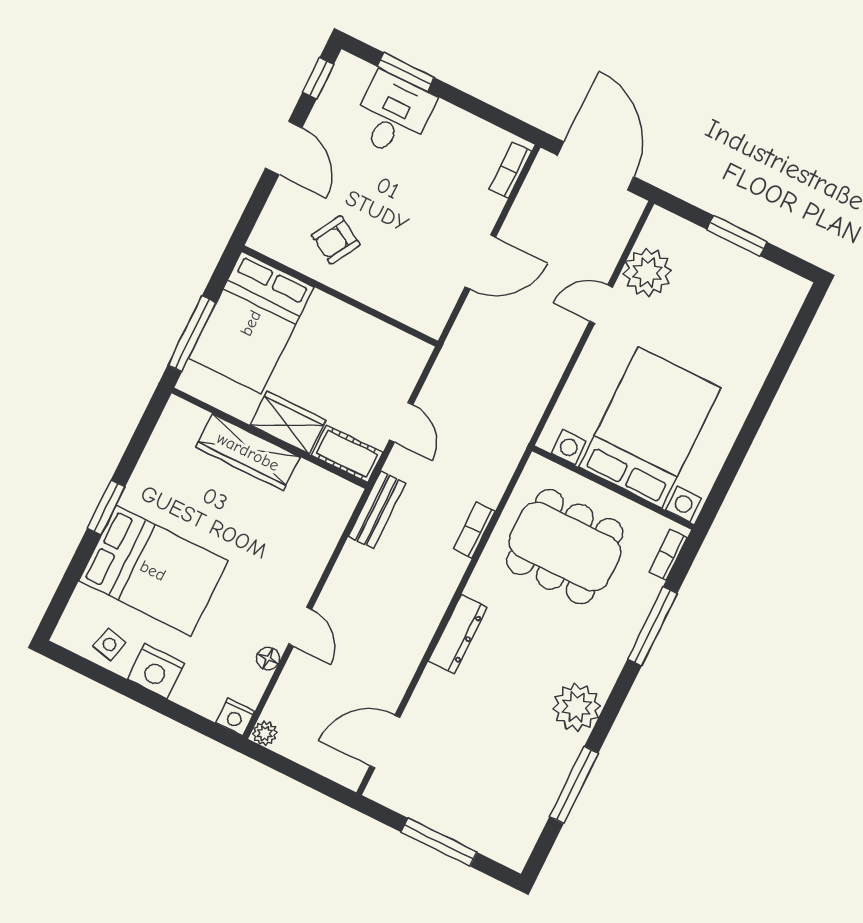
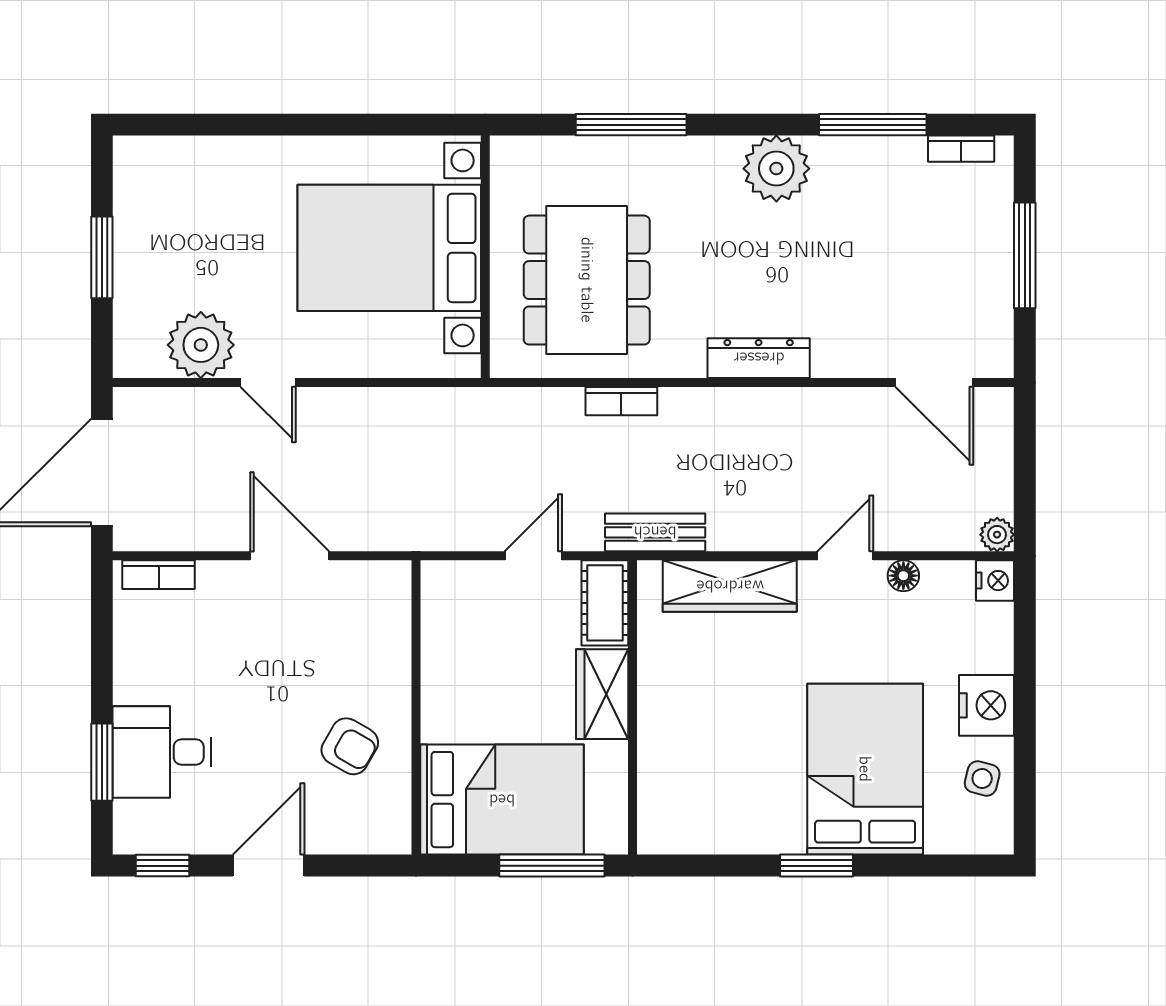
wardrobe: (248, 452) -> (730, 586), moved, turned 90
bookcase: (668, 555) -> (961, 149), moved

